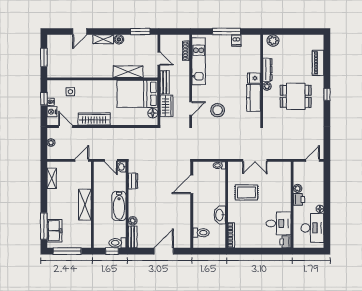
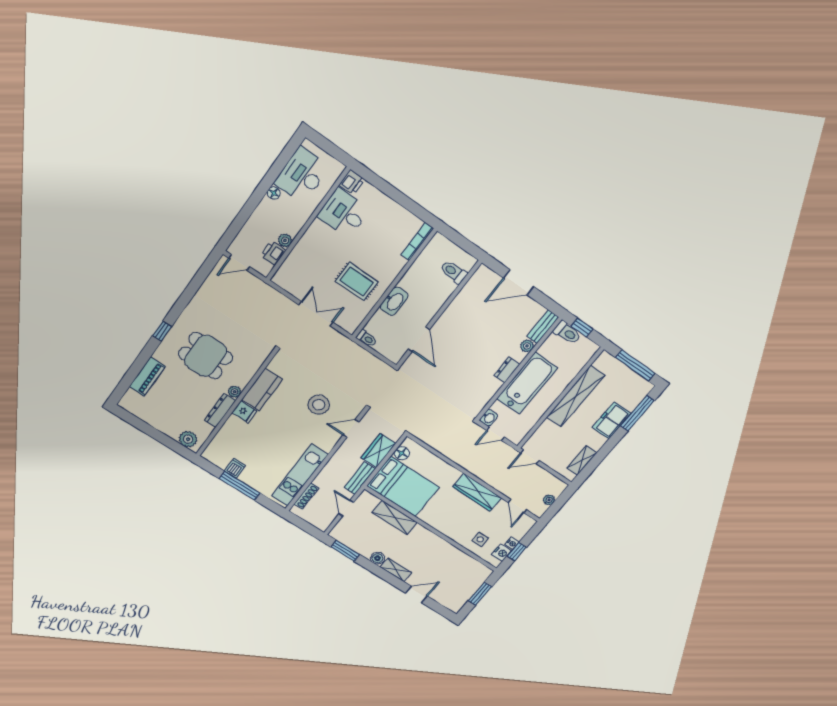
nightstand: (52, 112) -> (502, 553), moved
door: (111, 160) -> (496, 434), swing flipped
dresser: (133, 181) -> (507, 370), moved
door: (192, 184) -> (419, 339), hinge flipped
printer: (299, 199) -> (273, 253), moved
shelving: (85, 205) -> (576, 396), width x1.47
bathtub: (119, 206) -> (527, 383), width x1.36, depth x1.36
washbasin: (220, 215) -> (394, 301), moved
freezer: (54, 231) -> (612, 420), moved

